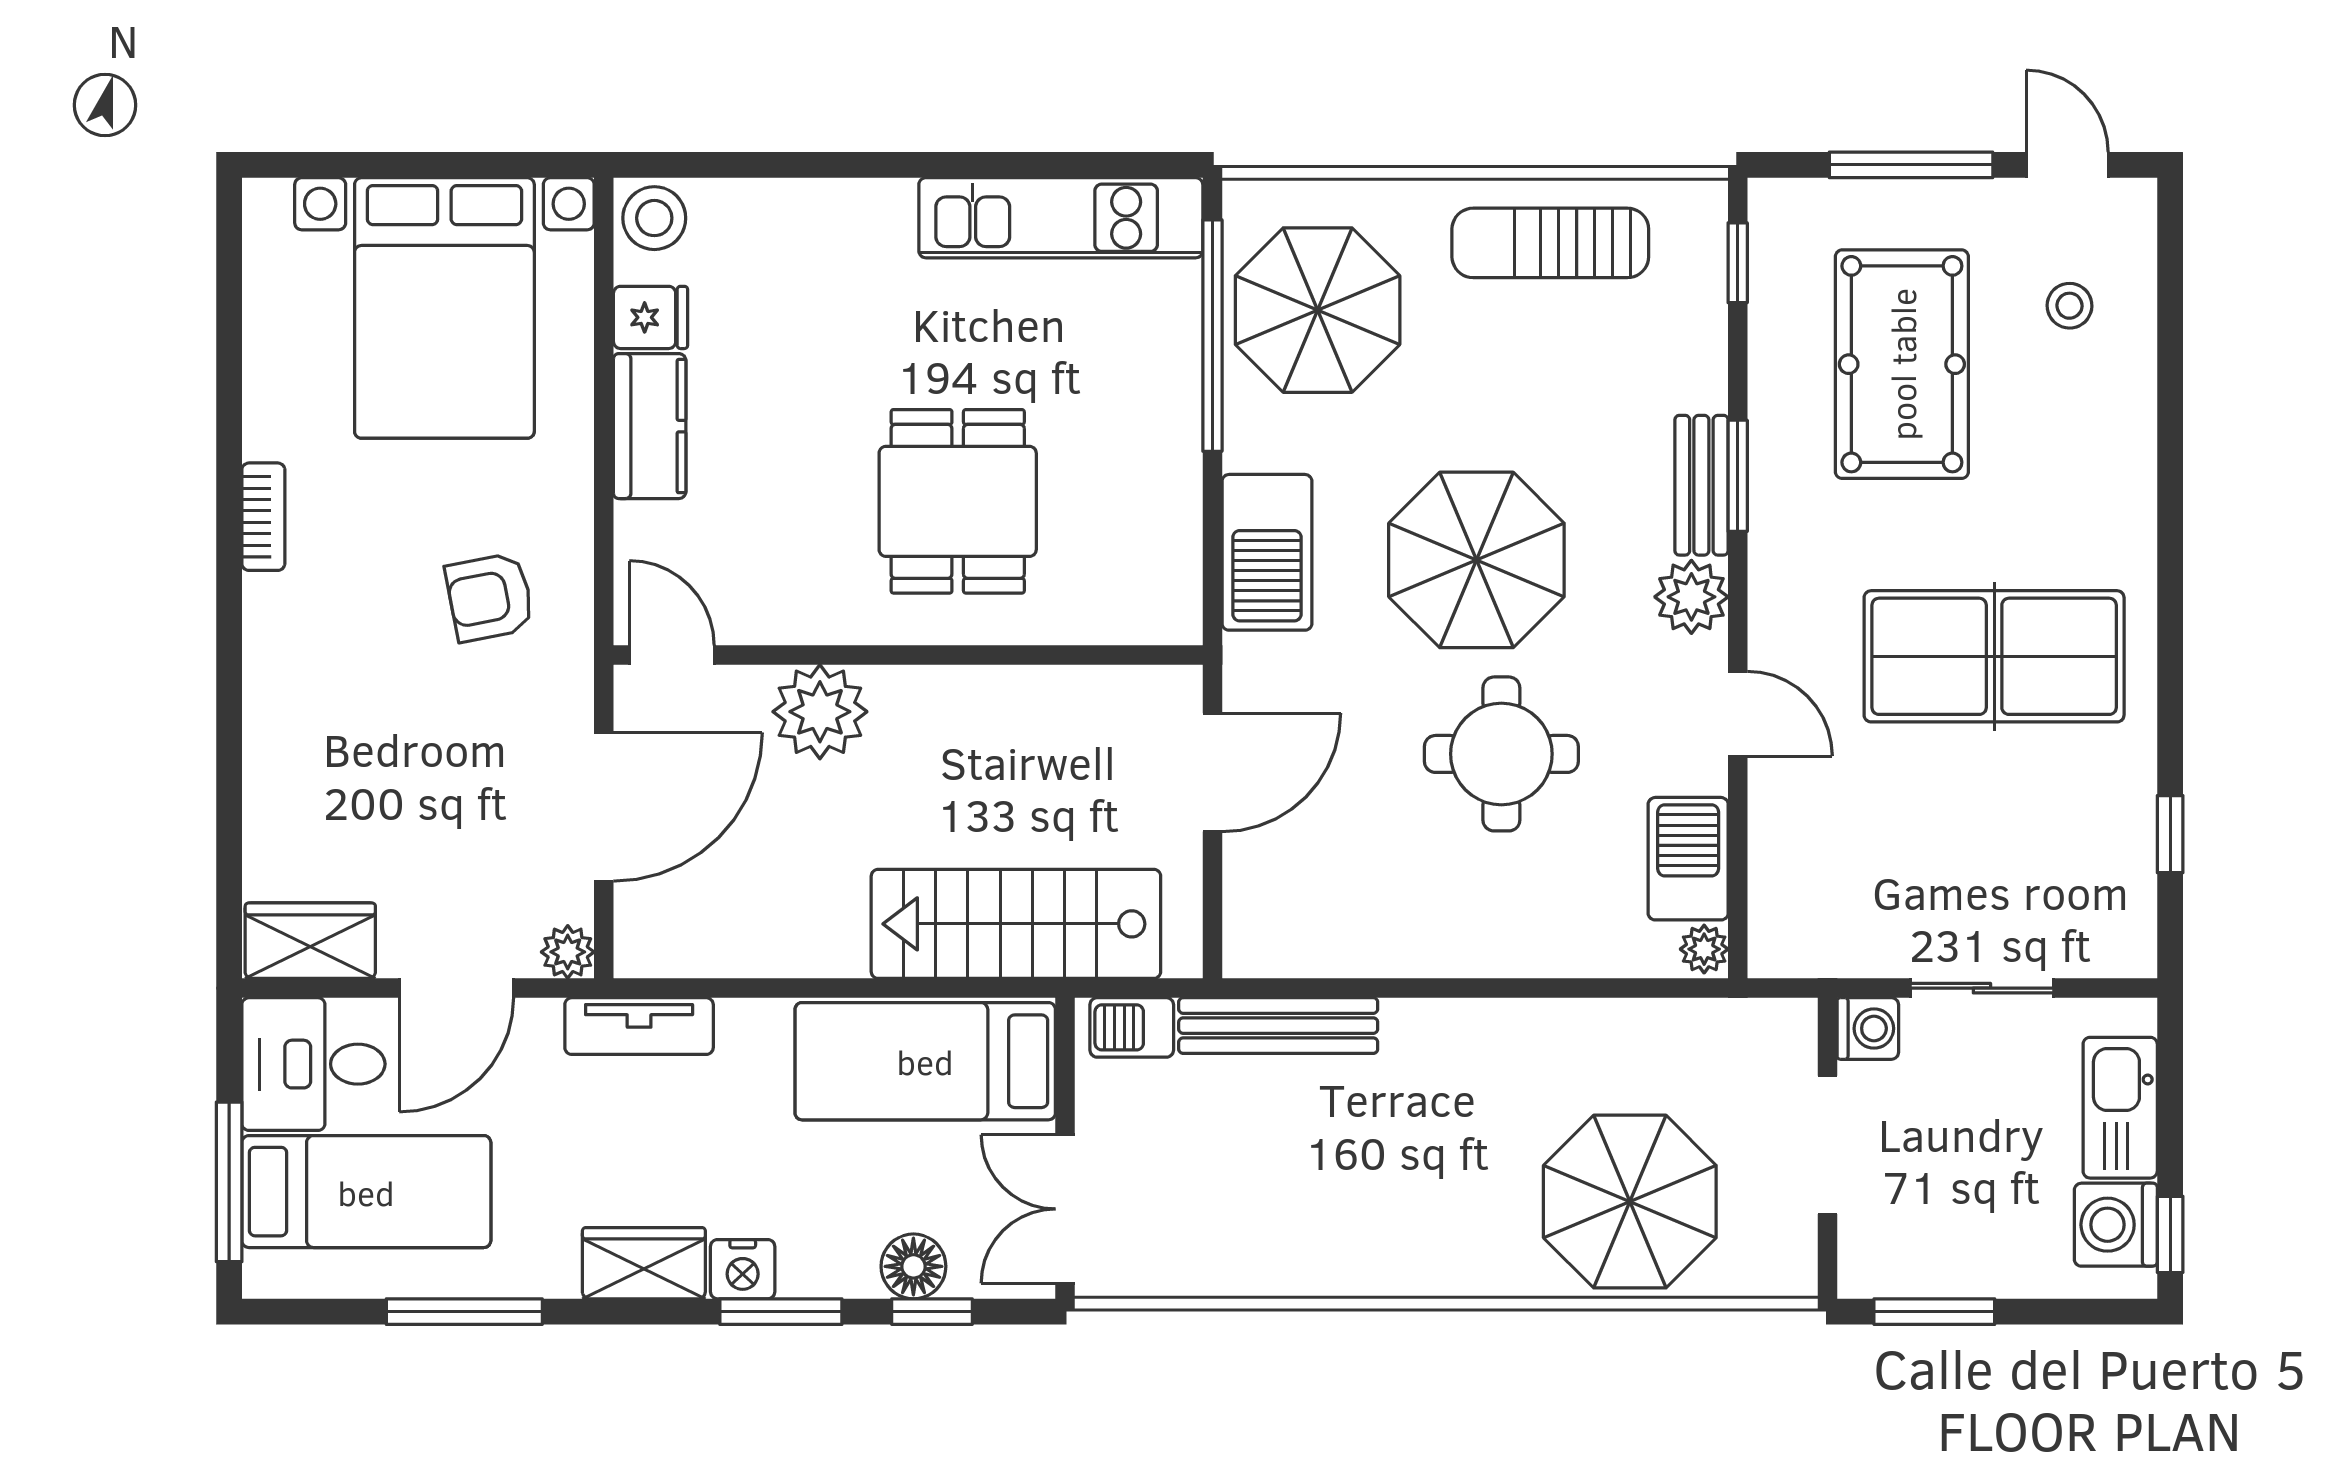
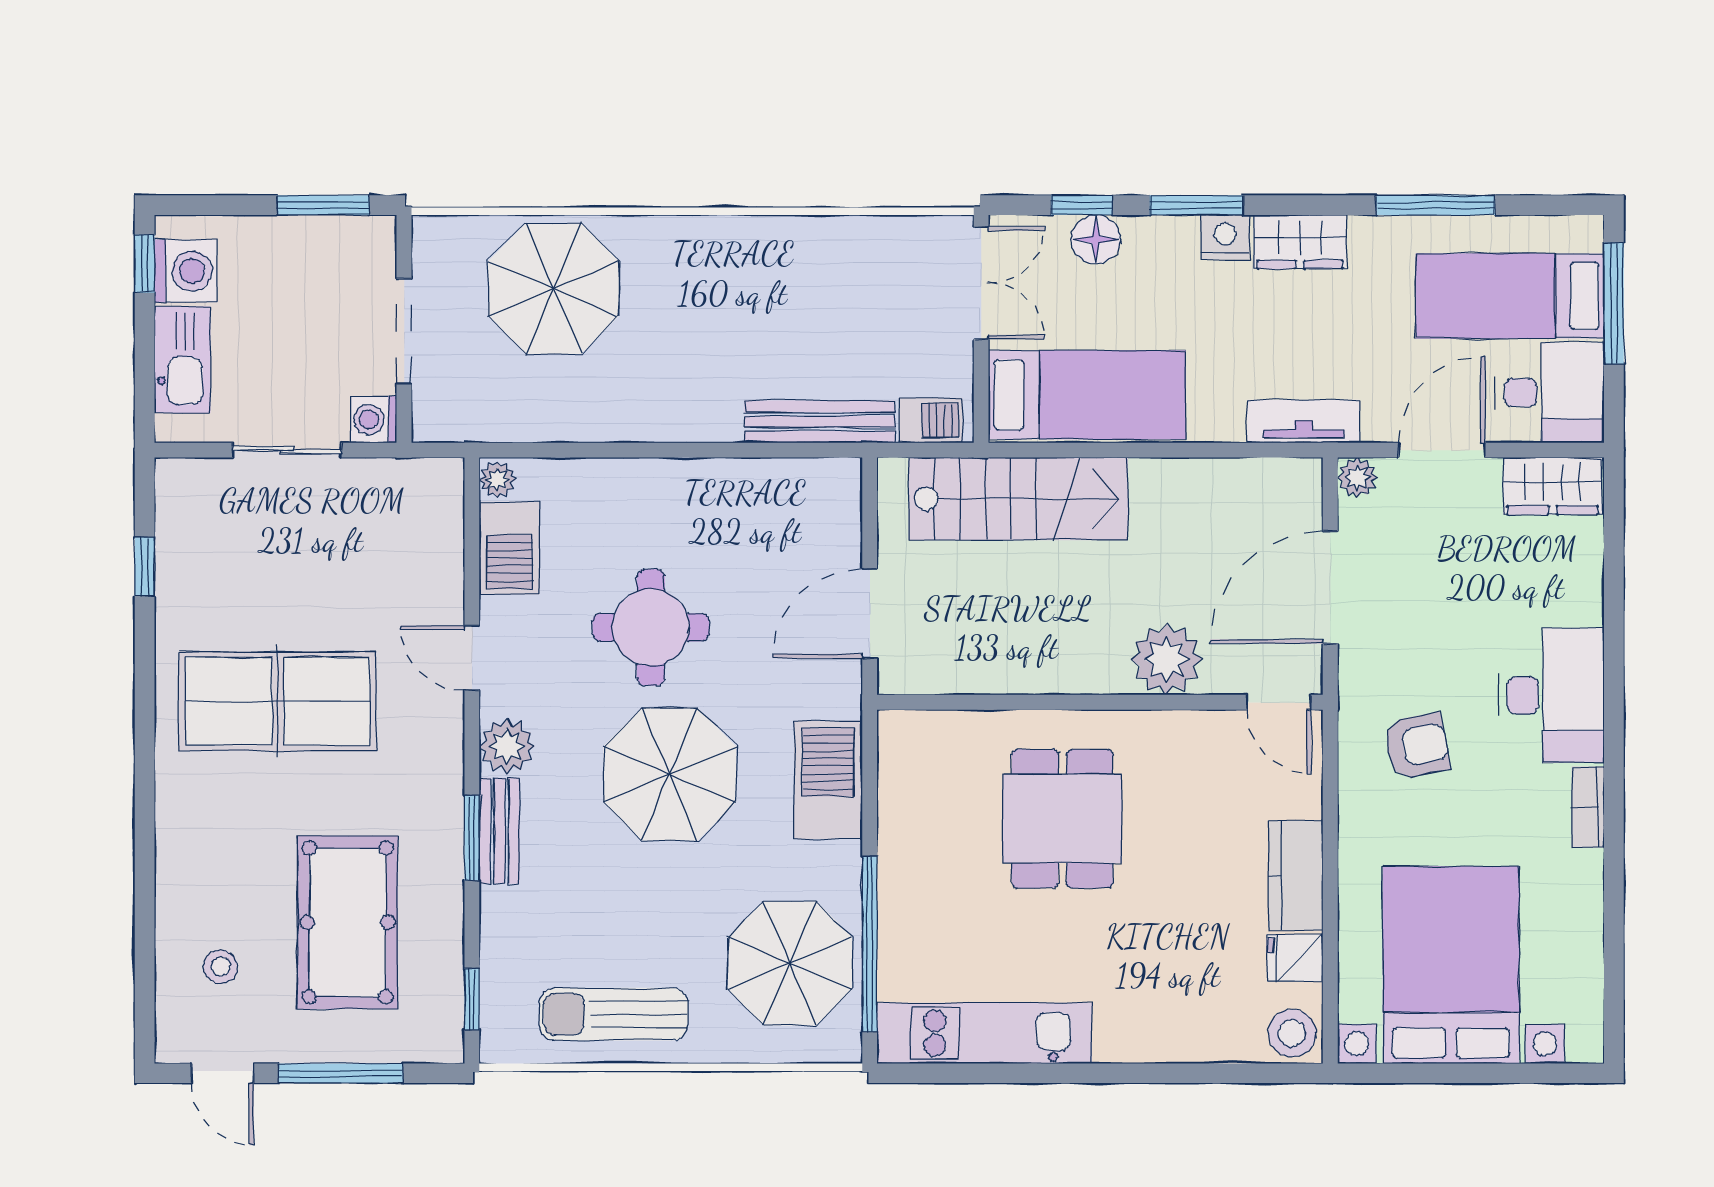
sun lounger: (1550, 243) -> (614, 1014), turned 180
desk: (312, 664) -> (1551, 695), added

